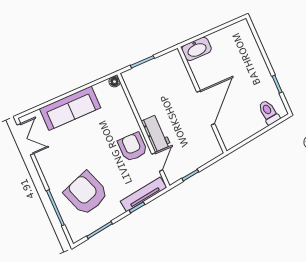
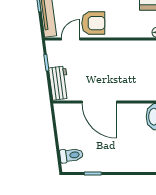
workbench: (156, 133) -> (59, 83), moved, turned -97
door: (157, 162) -> (71, 39), swing flipped

